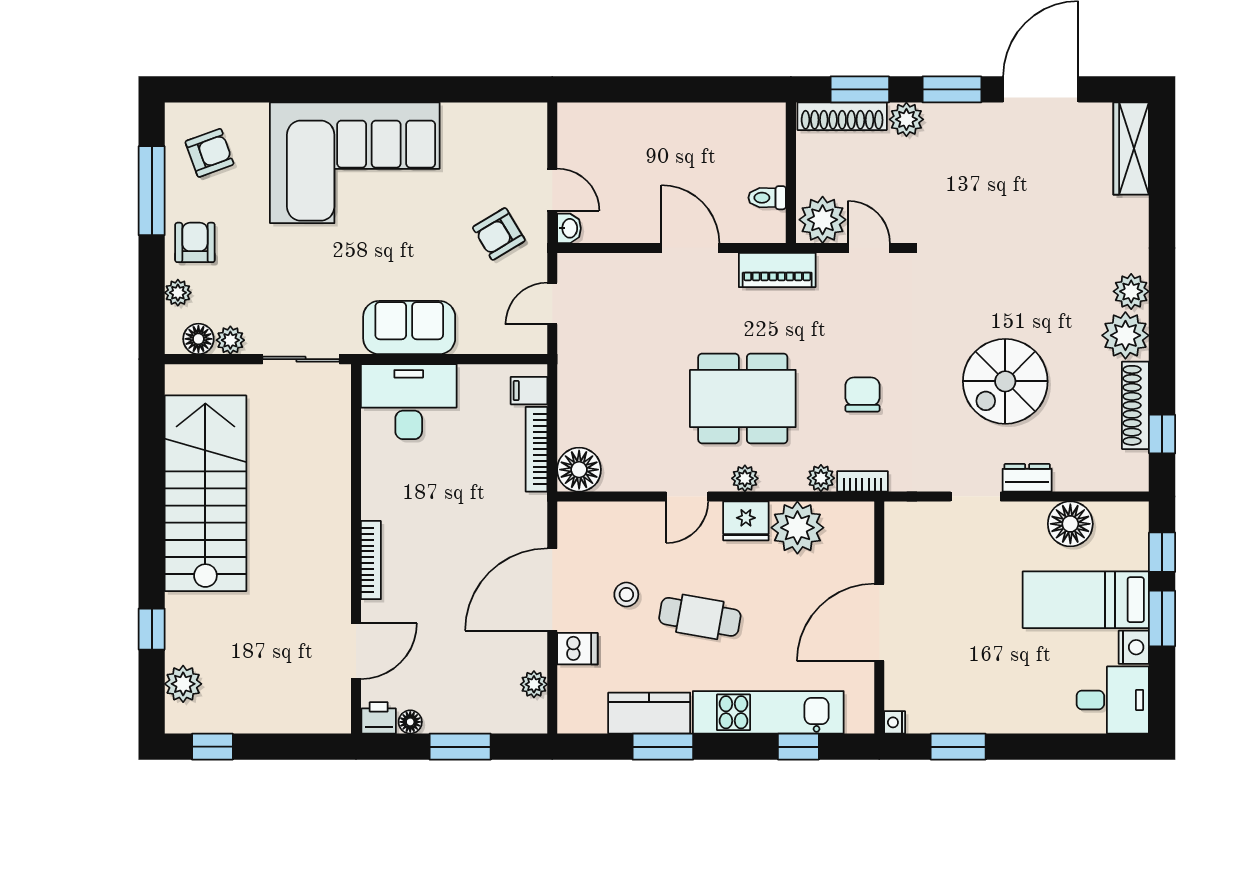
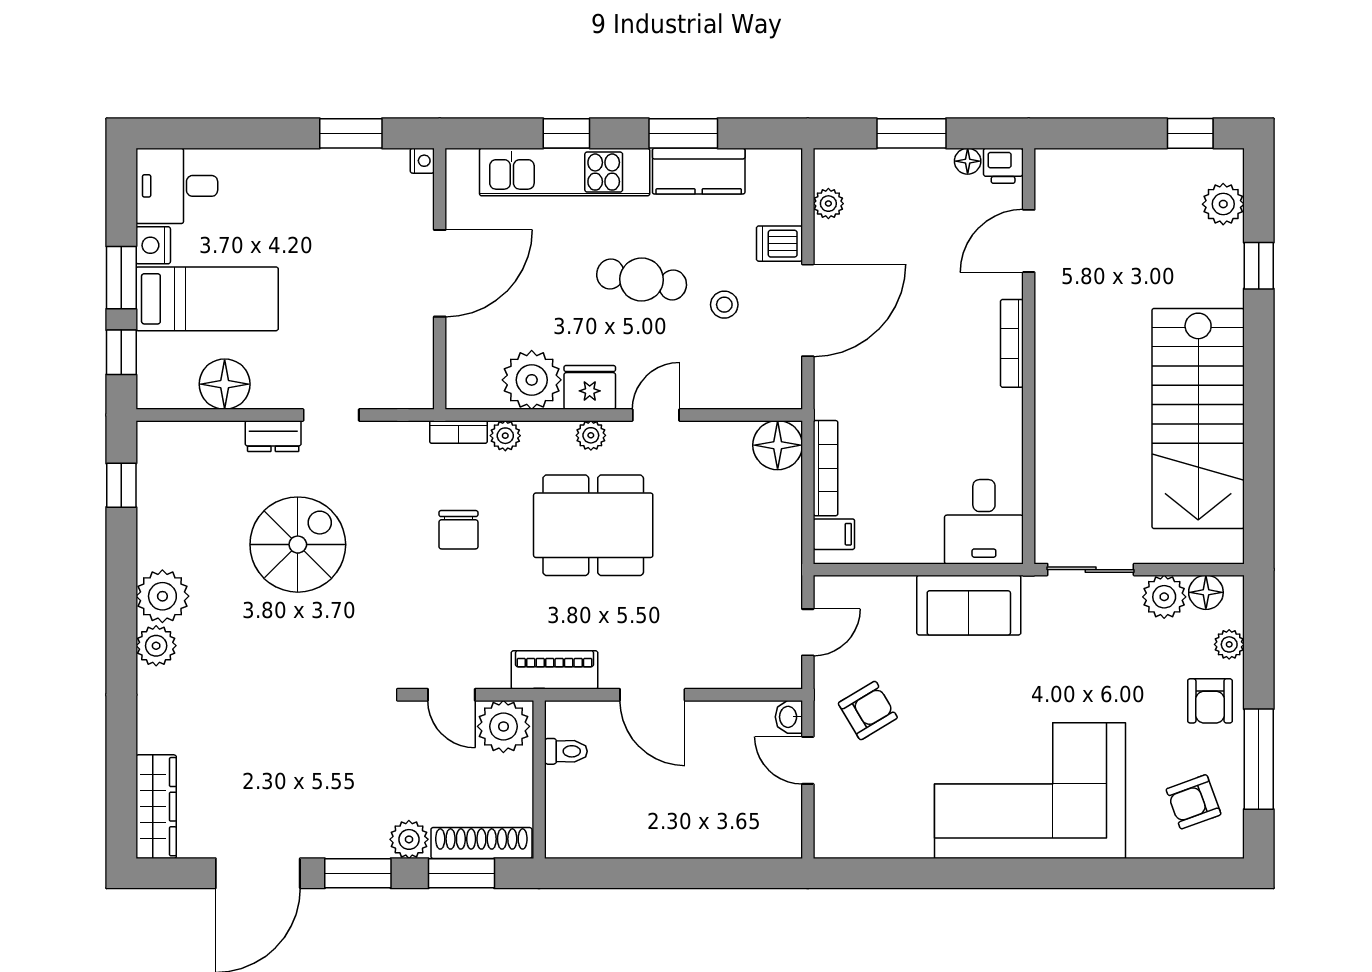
plant: (230, 340) -> (1164, 597), width x1.38, depth x1.38
desk: (409, 402) -> (984, 522), width x0.73
shoe rack: (1135, 405) -> (151, 518), removed
window: (798, 747) -> (566, 133), moved

